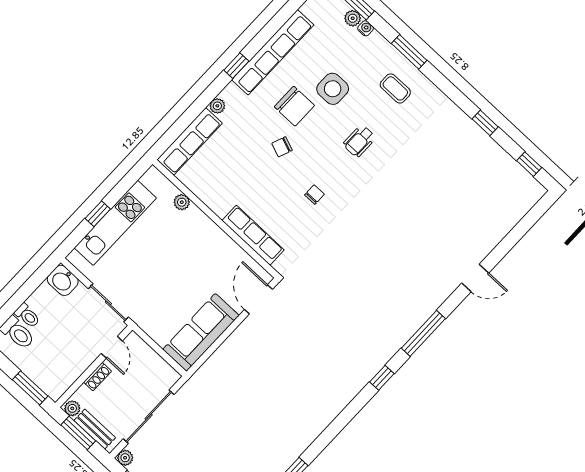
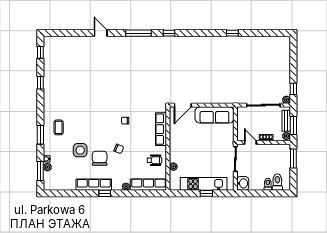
row of seats: (273, 52) -> (94, 185), width x0.73
wheelchair: (359, 141) -> (154, 160), moved
door: (112, 347) -> (250, 142), hinge flipped

